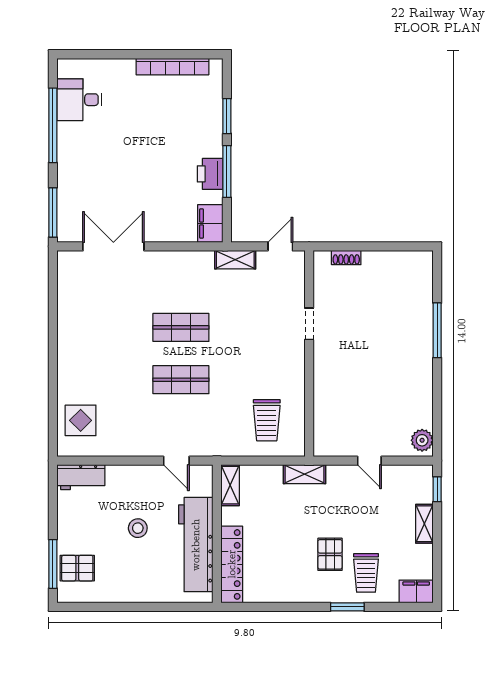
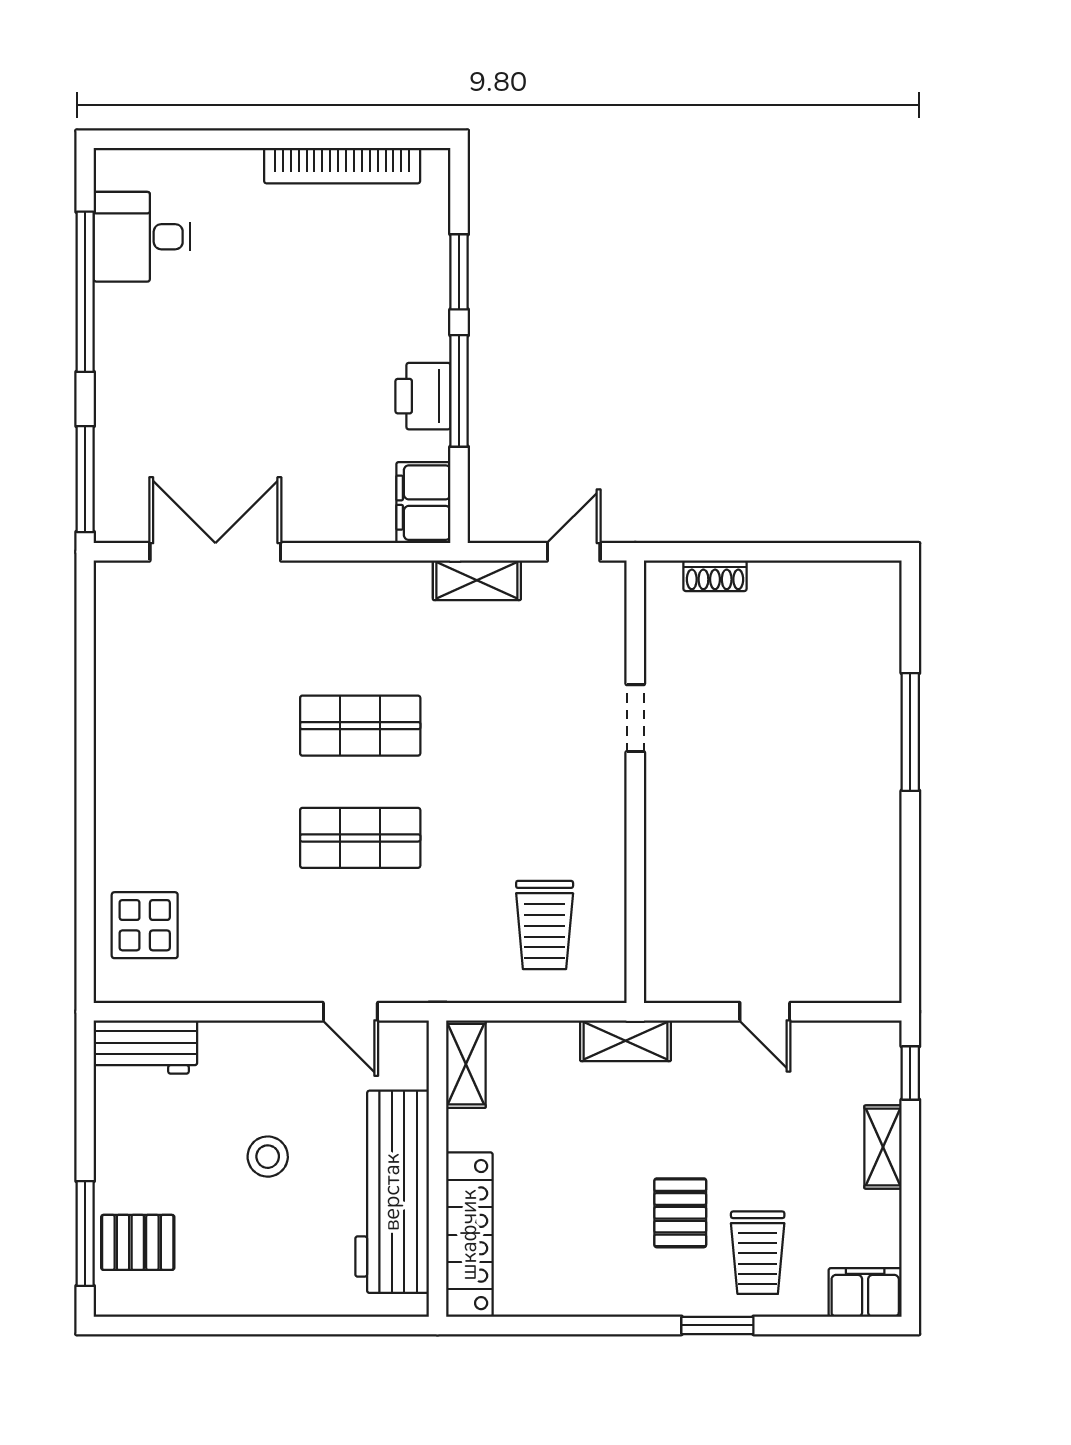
plant: (422, 440) -> (878, 968), removed

